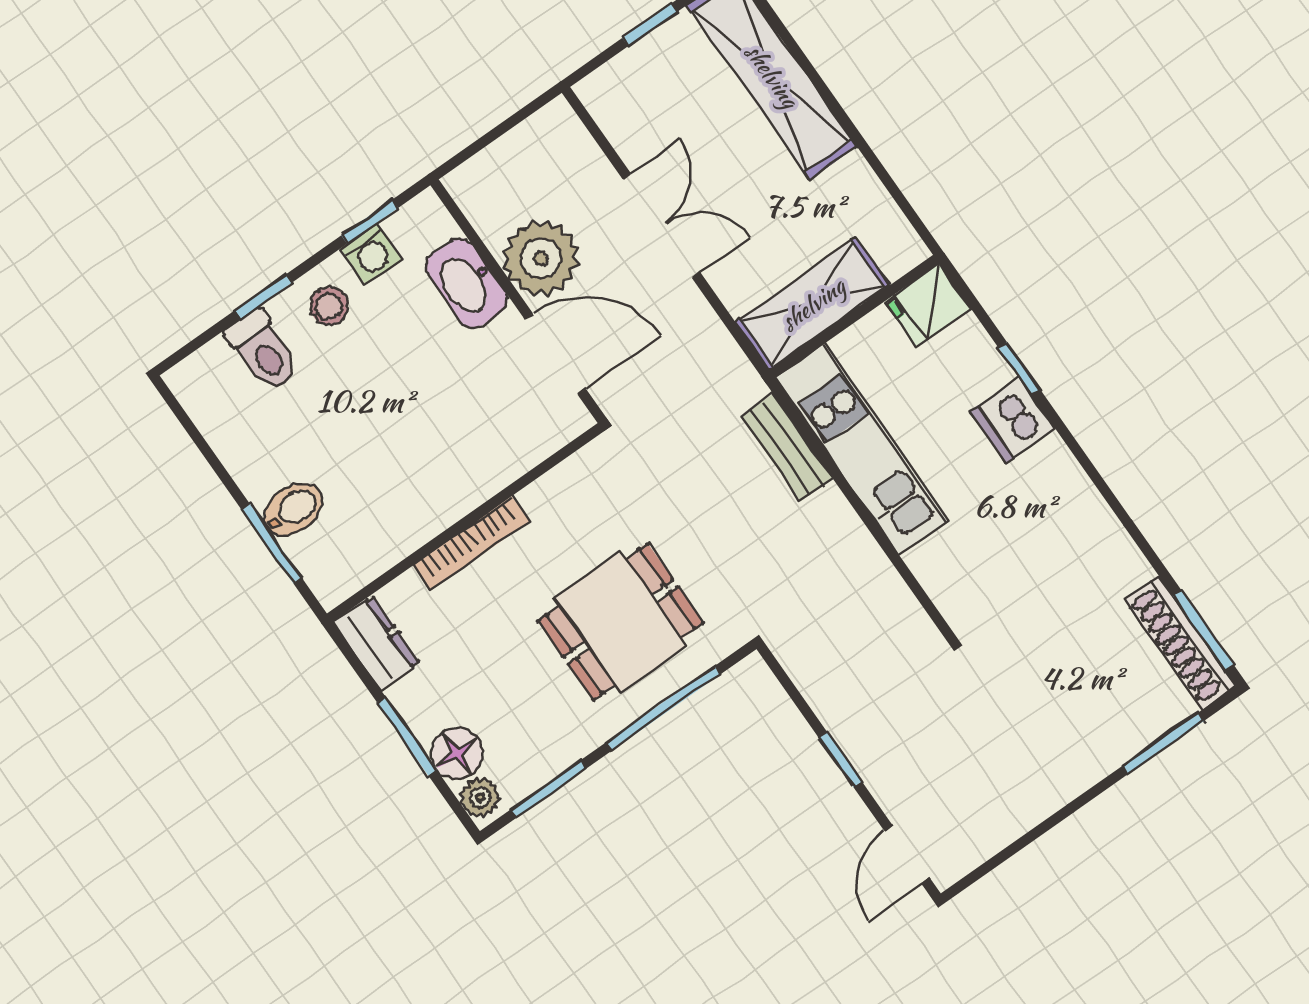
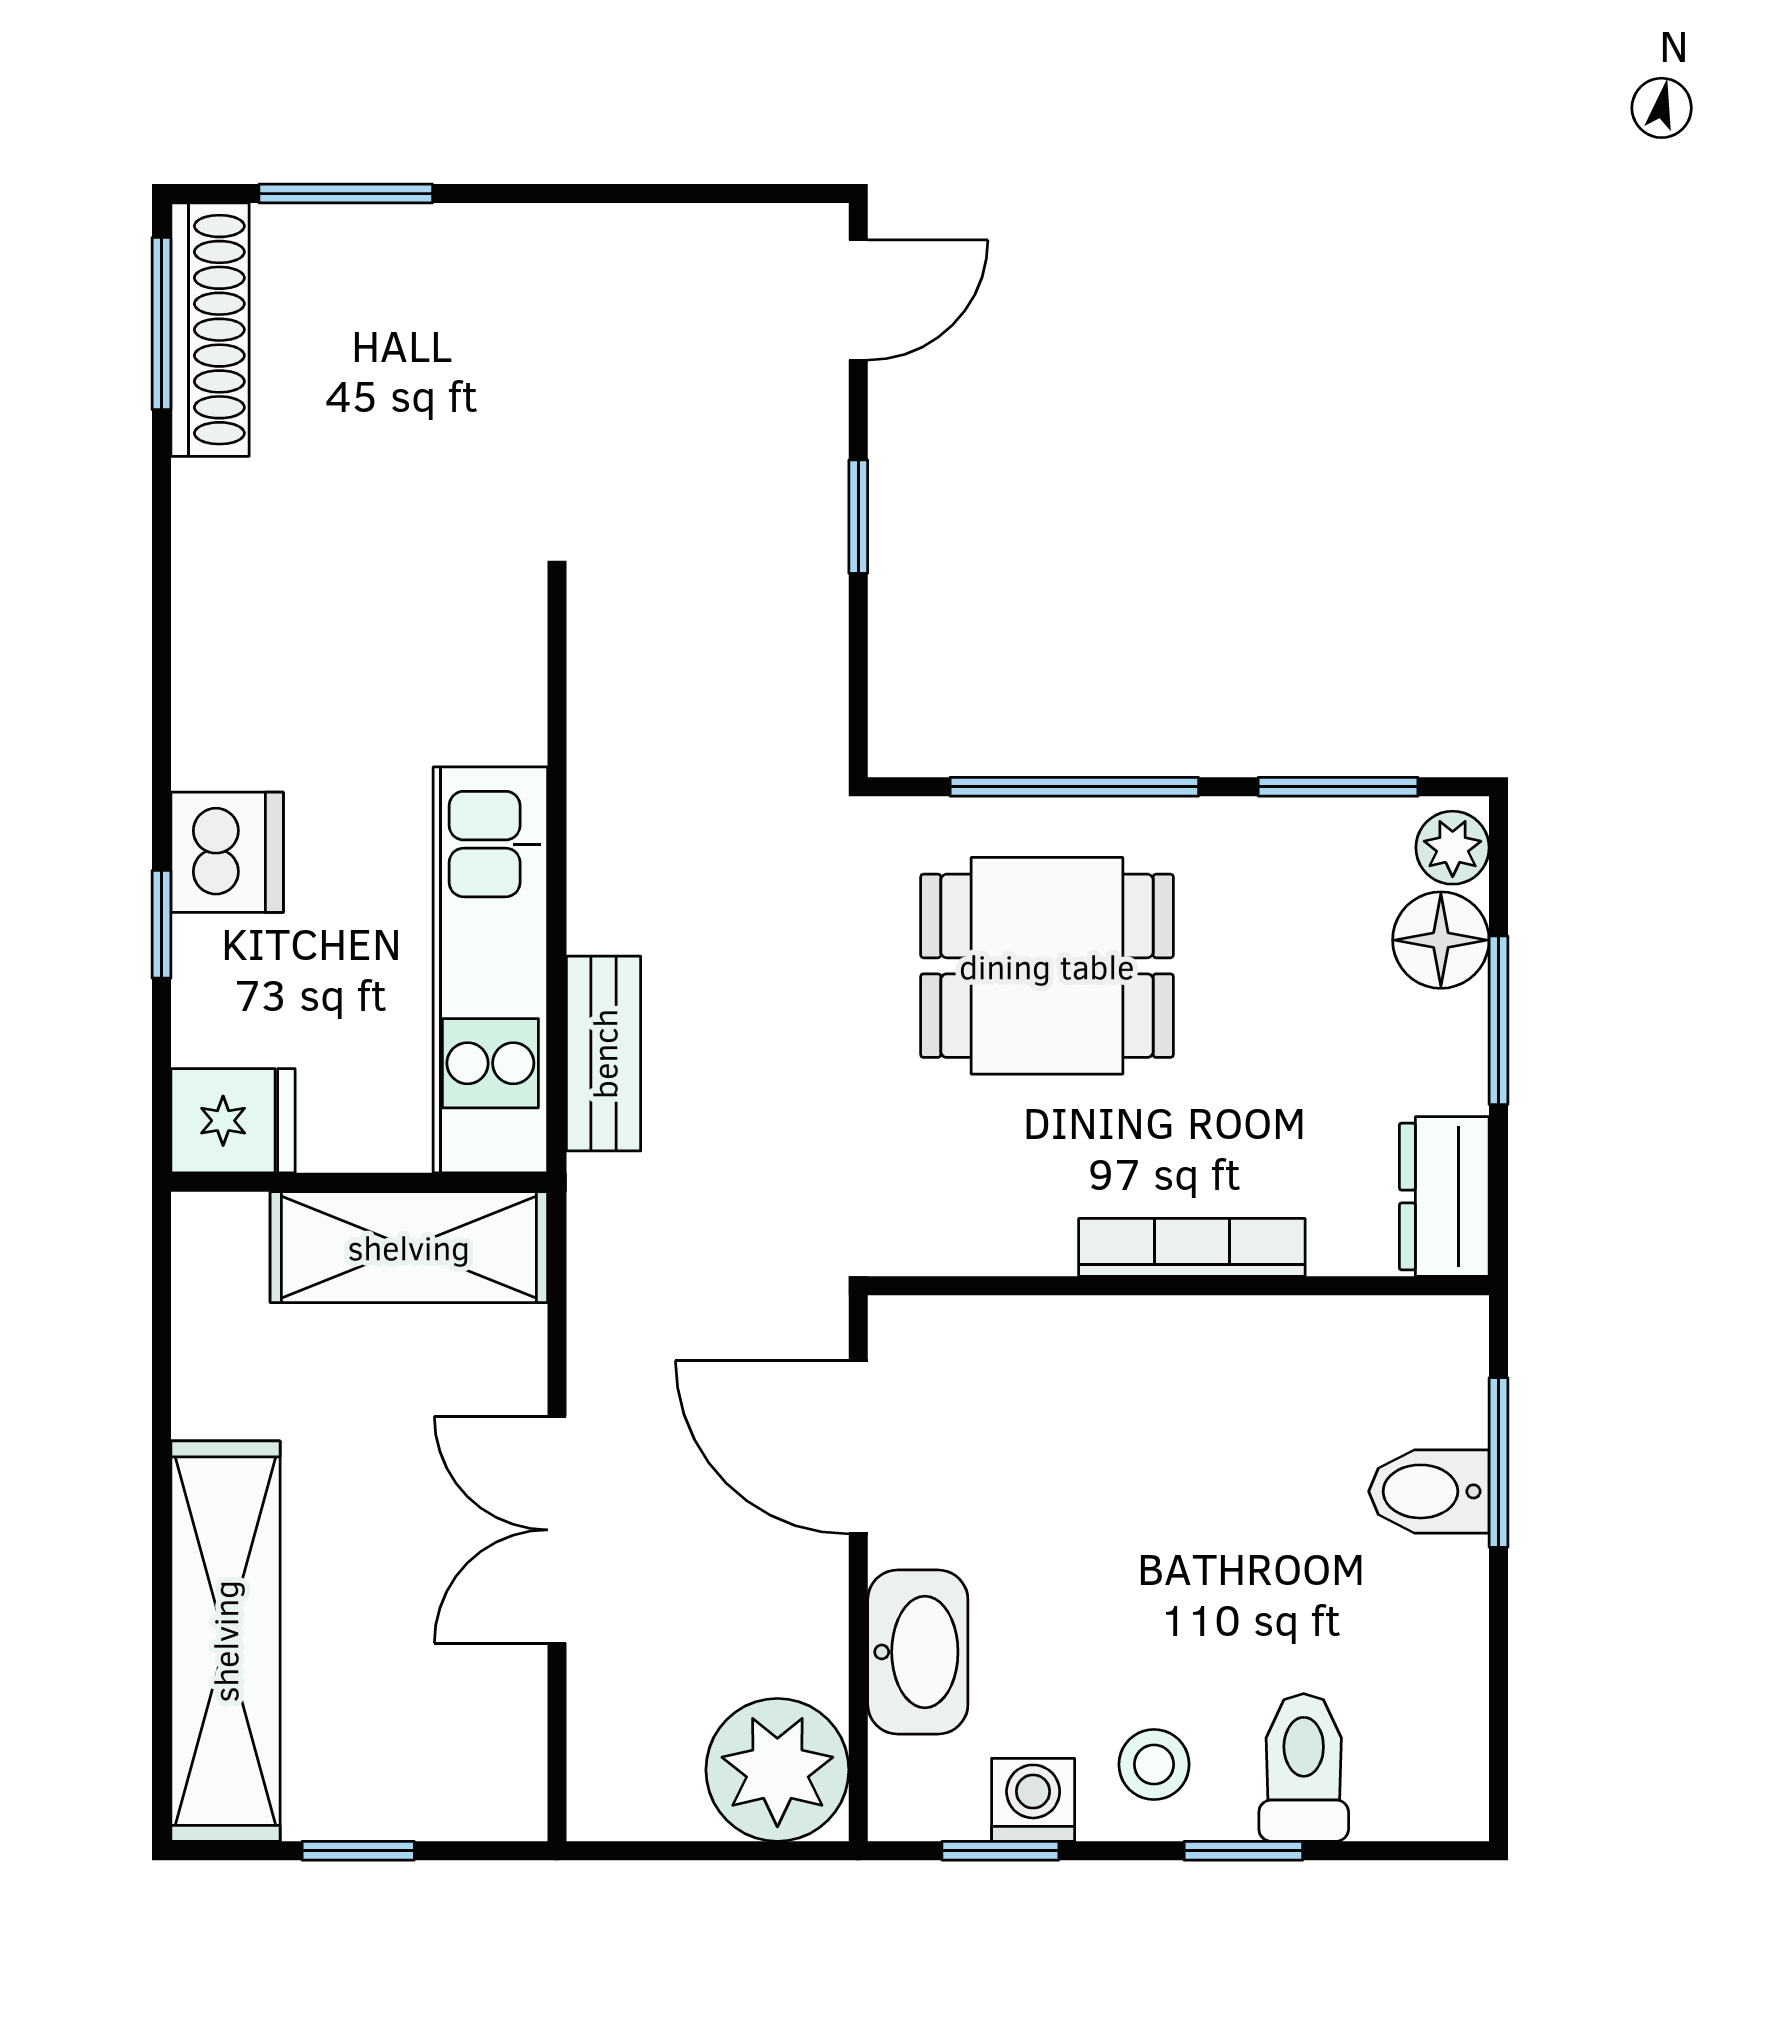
plant: (541, 258) -> (777, 1770), moved

